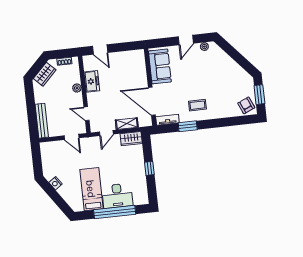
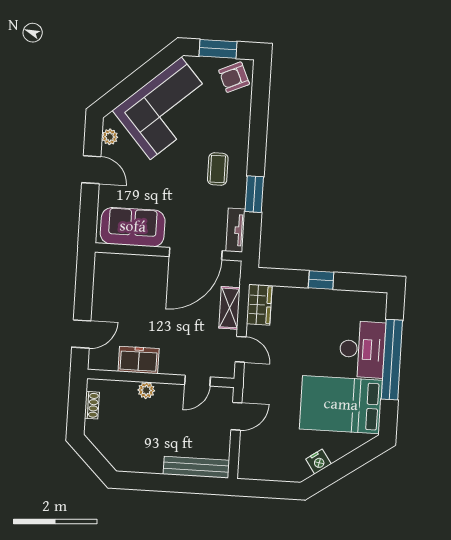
corner sofa: (224, 73) -> (166, 108), added
wardrobe: (45, 74) -> (110, 447), removed
bed: (91, 189) -> (341, 405), width x1.50

